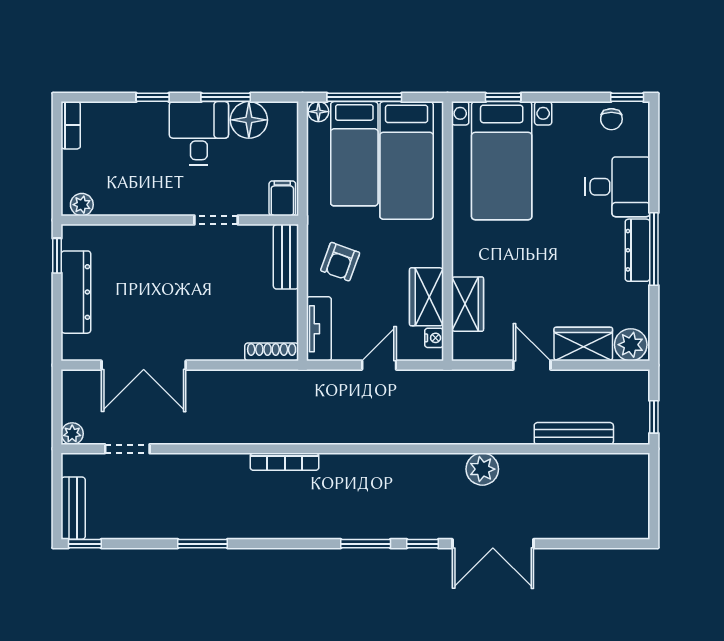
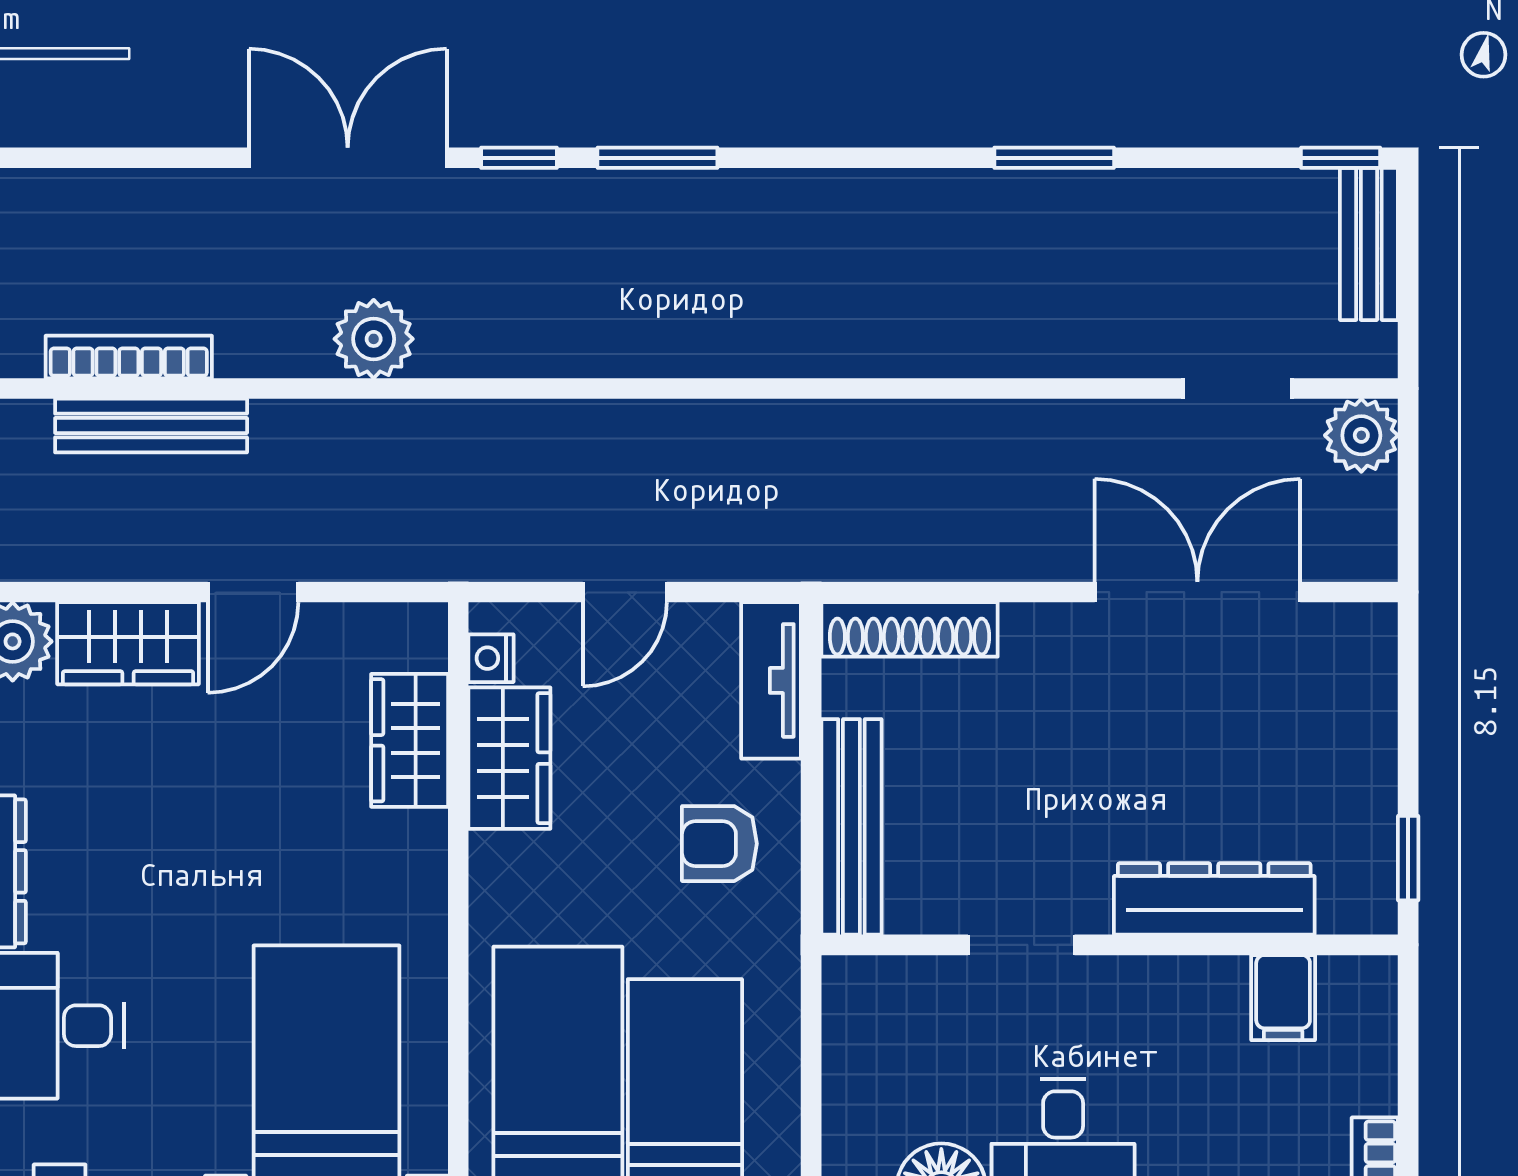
filing cabinet: (282, 198) -> (1283, 998), moved
plant: (82, 205) -> (1348, 982), removed
bench: (286, 257) -> (851, 827), width x1.36
armchair: (340, 262) -> (719, 844), turned -110
dresser: (76, 292) -> (1214, 899), moved, turned 90
shoe rack: (272, 352) -> (909, 629), width x1.36, depth x1.24
door: (532, 365) -> (253, 592), hinge flipped
plant: (72, 434) -> (1361, 435), width x1.38, depth x1.38
bookcase: (285, 462) -> (129, 357), moved

